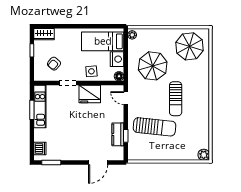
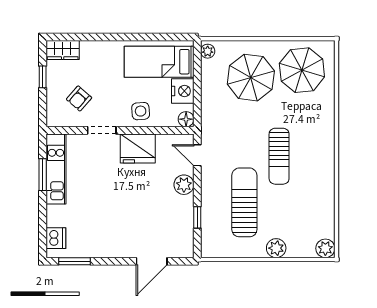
parasol: (153, 66) -> (251, 78), moved
plant: (118, 116) -> (184, 185), added
sun lounger: (155, 127) -> (244, 202), turned -96
kitchen counter: (118, 134) -> (184, 215), removed
plant: (174, 155) -> (276, 248), added

